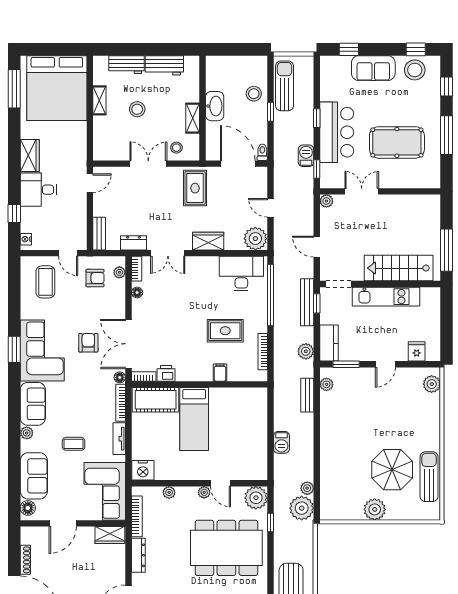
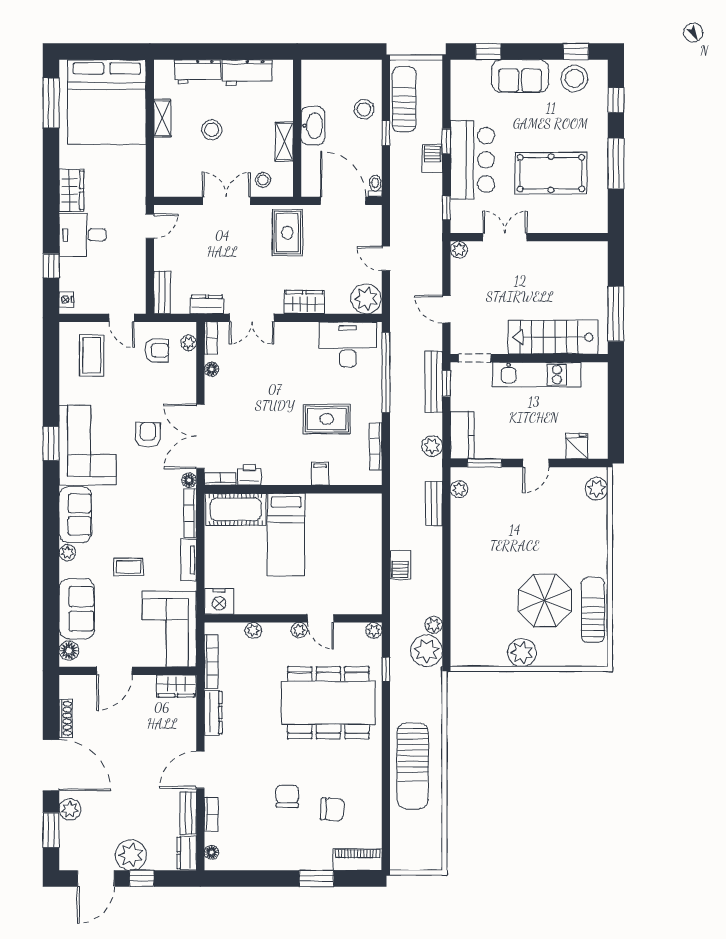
barbecue: (306, 156) -> (432, 158), moved
plant: (256, 498) -> (374, 630), width x0.53, depth x0.53

